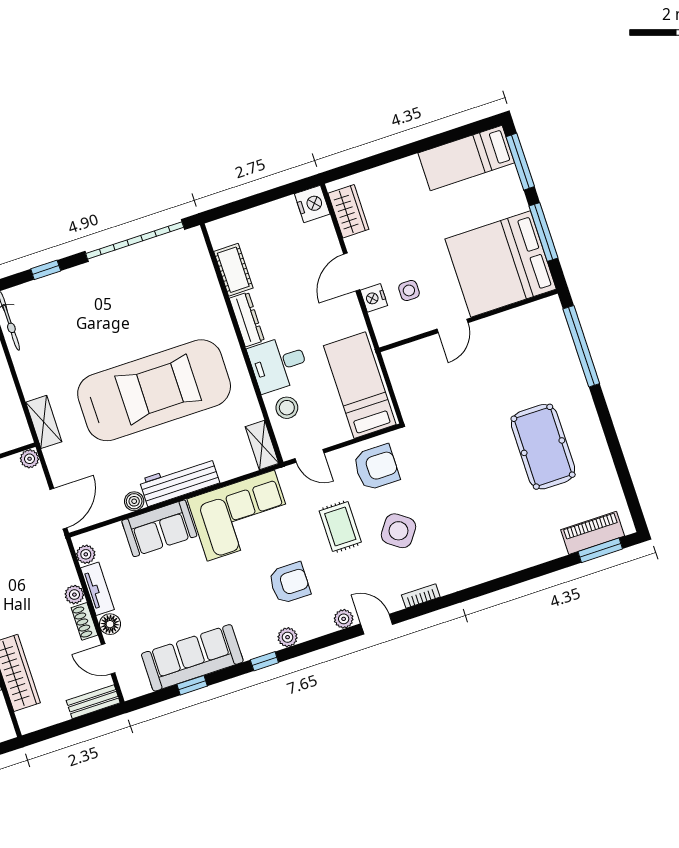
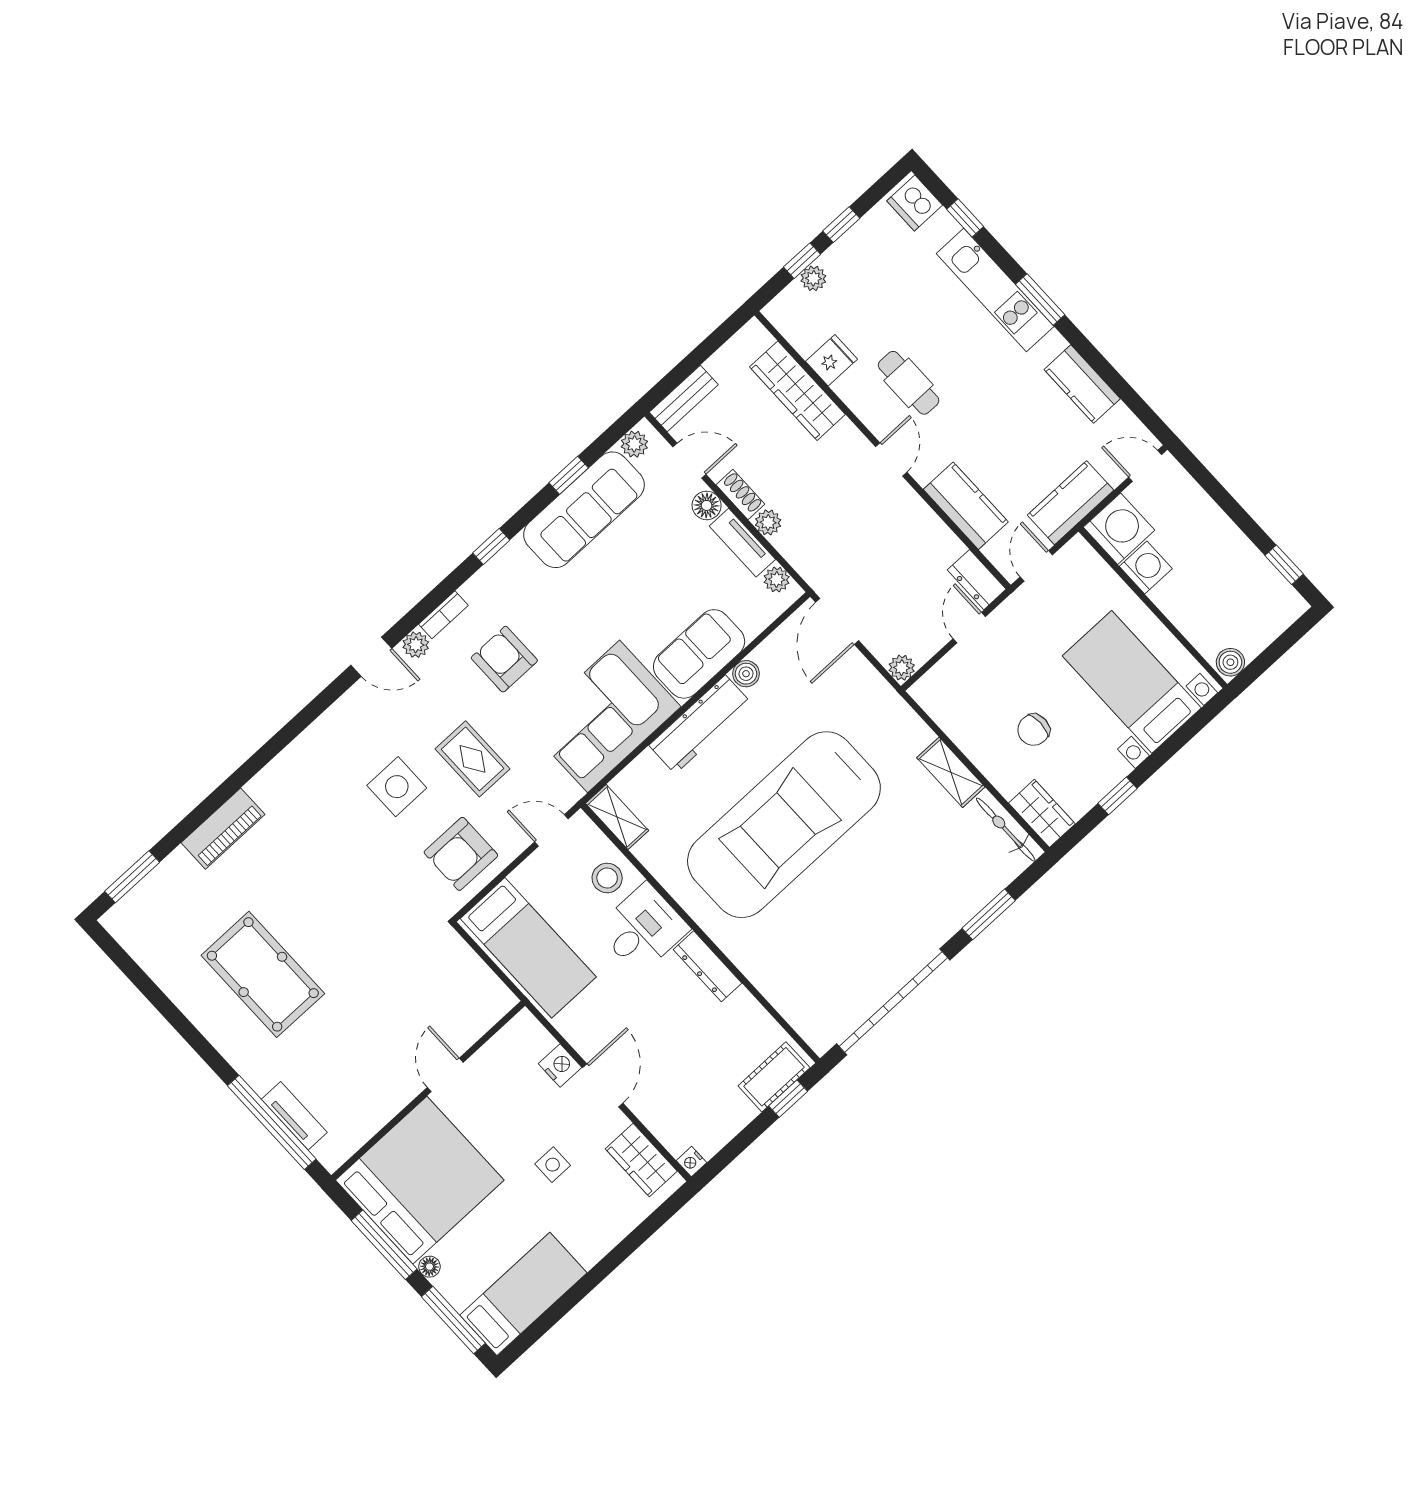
nightstand: (312, 204) -> (691, 1162), width x0.53, depth x0.56
floor lamp: (520, 204) -> (429, 1267), added
window: (233, 208) -> (788, 1099), added
window: (46, 270) -> (989, 914), width x1.50
cot: (233, 270) -> (774, 1077), moved, turned 90
side table: (409, 290) -> (553, 1165), moved
tv unit: (564, 344) -> (294, 1116), added
shelving: (44, 422) -> (951, 772), moved
side table: (398, 531) -> (397, 787), turned -36
piano: (593, 533) -> (223, 829), moved
armchair: (289, 583) -> (504, 659), turned 90
bookcase: (421, 596) -> (443, 615), moved
plant: (288, 637) -> (634, 444), moved

